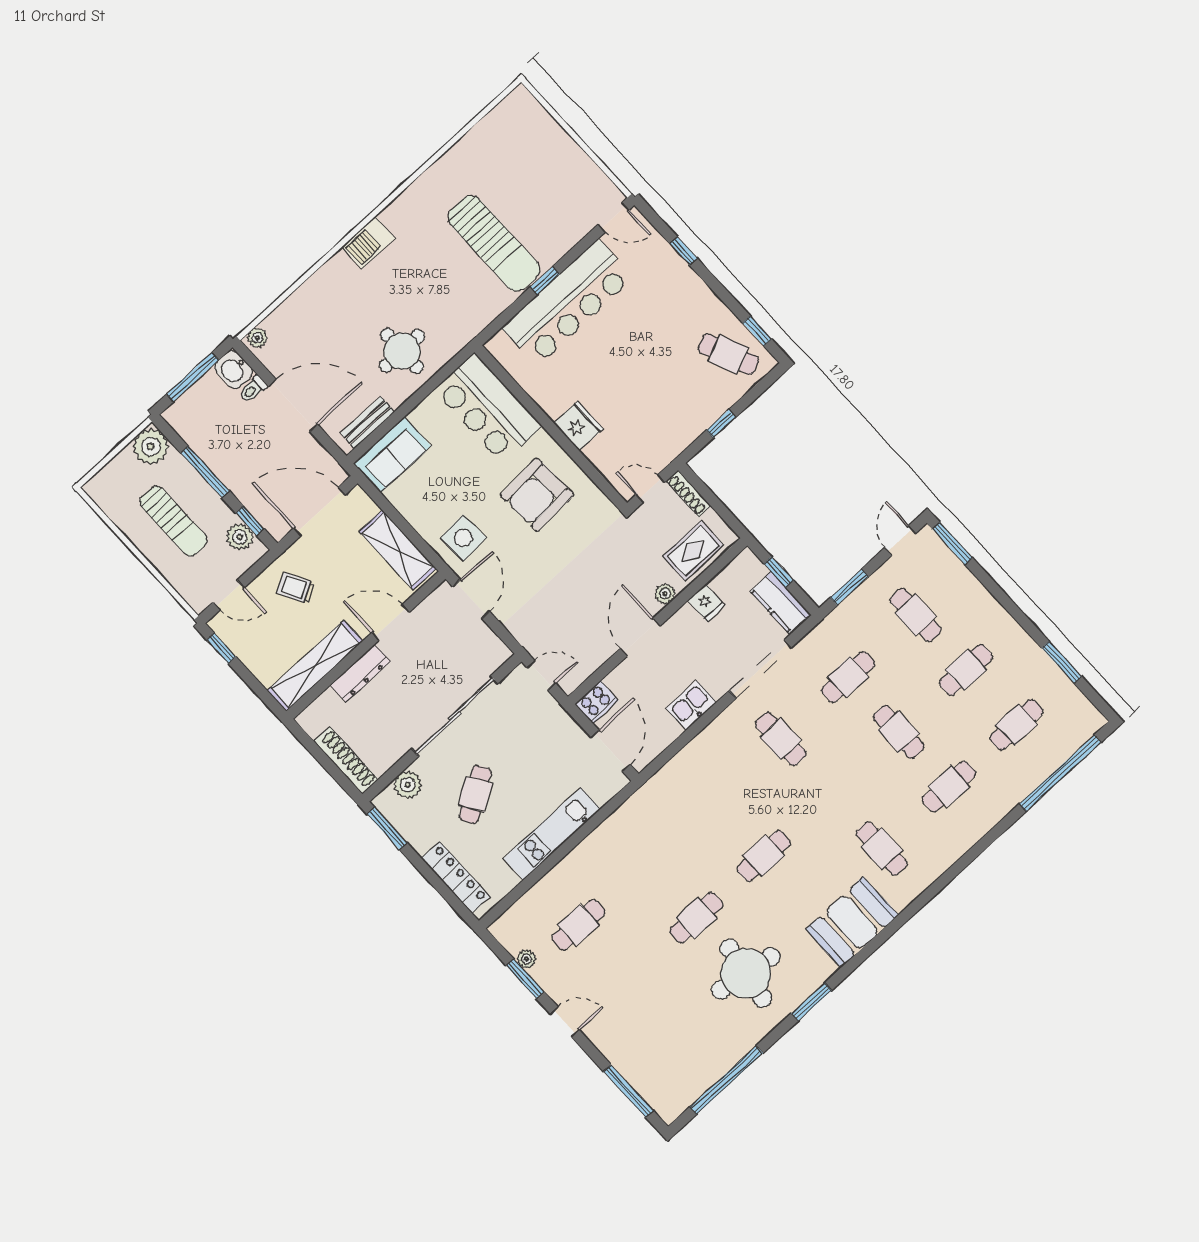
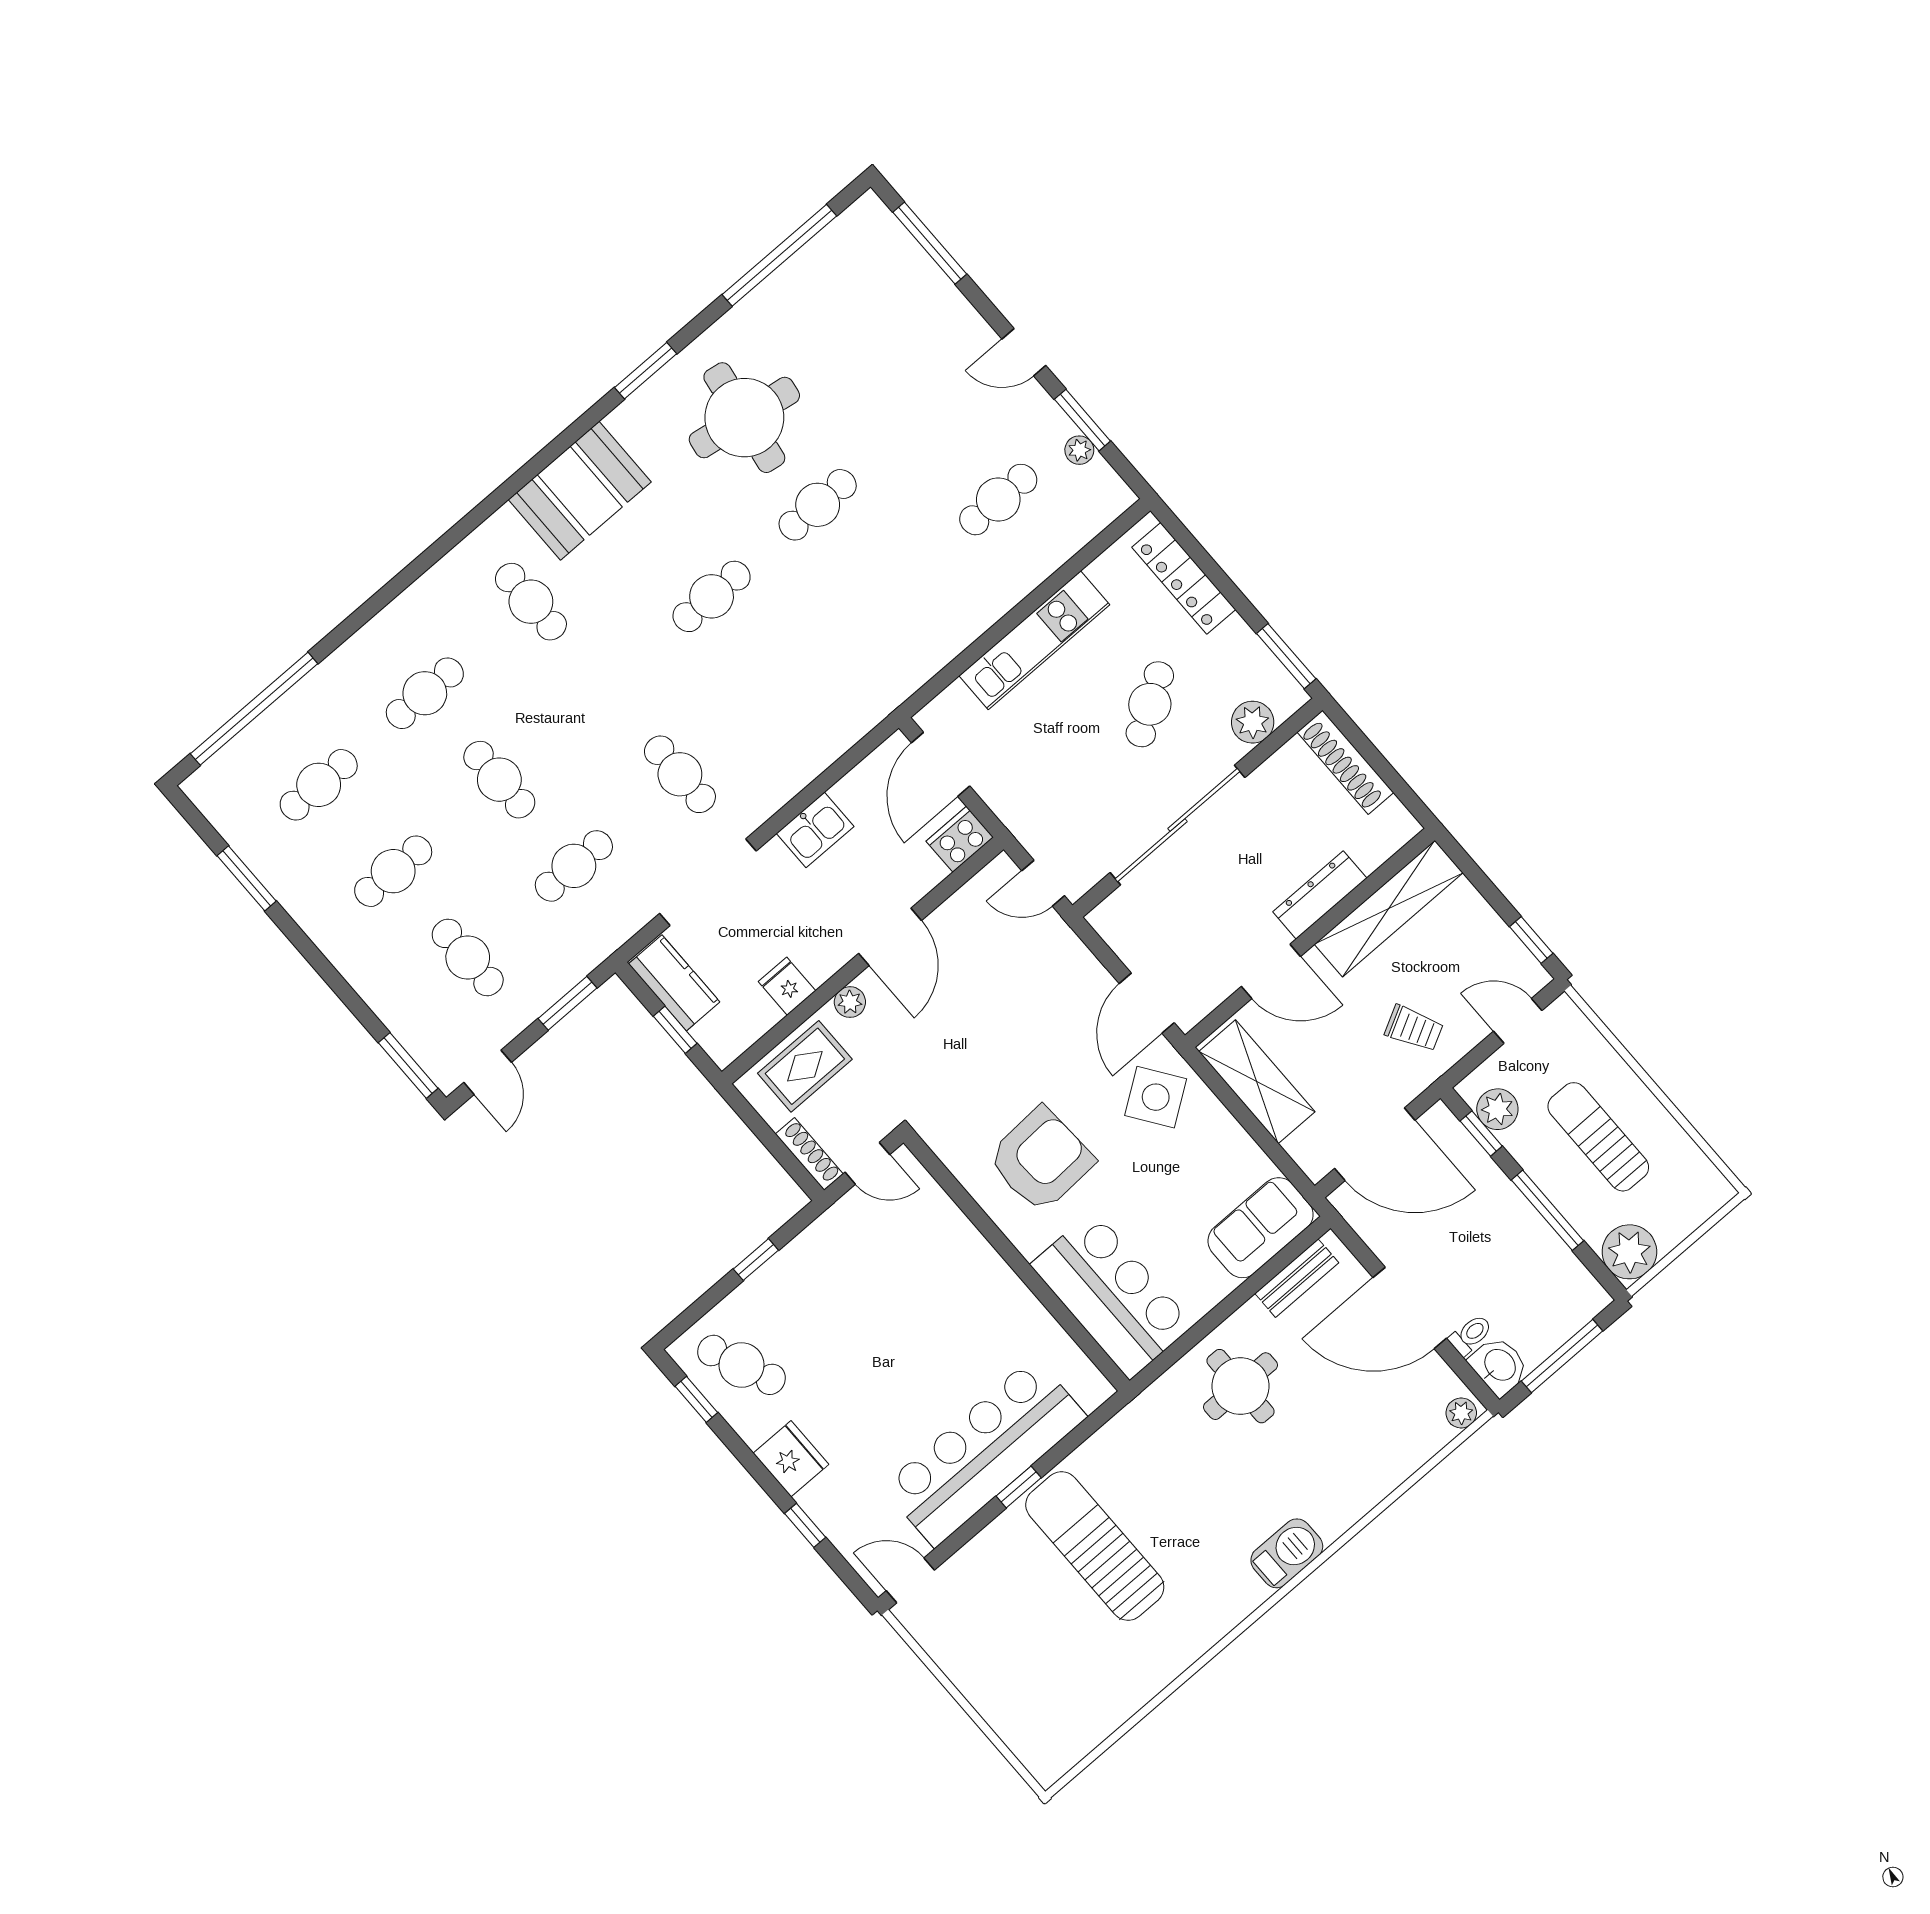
fridge: (578, 426) -> (791, 1459), moved, turned 180
side table: (463, 538) -> (1156, 1097), turned -32

